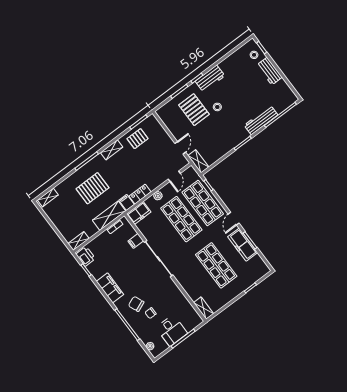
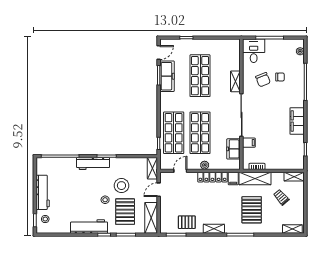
workbench: (270, 71) -> (43, 192), width x1.38
workbench: (210, 79) -> (89, 227), width x1.37
shelving: (169, 120) -> (151, 218), added
workbench: (261, 120) -> (93, 164), moved
stool: (213, 128) -> (121, 186), added
pallet: (93, 188) -> (252, 210), turned 90
locker: (140, 194) -> (212, 177), width x1.53
freezer: (139, 213) -> (234, 149), moved, turned -90
trolley: (76, 217) -> (281, 197), added
door: (234, 219) -> (159, 53), moved
printer: (86, 256) -> (298, 160), removed
chair: (136, 304) -> (263, 80), moved
shelving: (204, 308) -> (235, 81), moved
desk: (172, 330) -> (254, 51), moved

